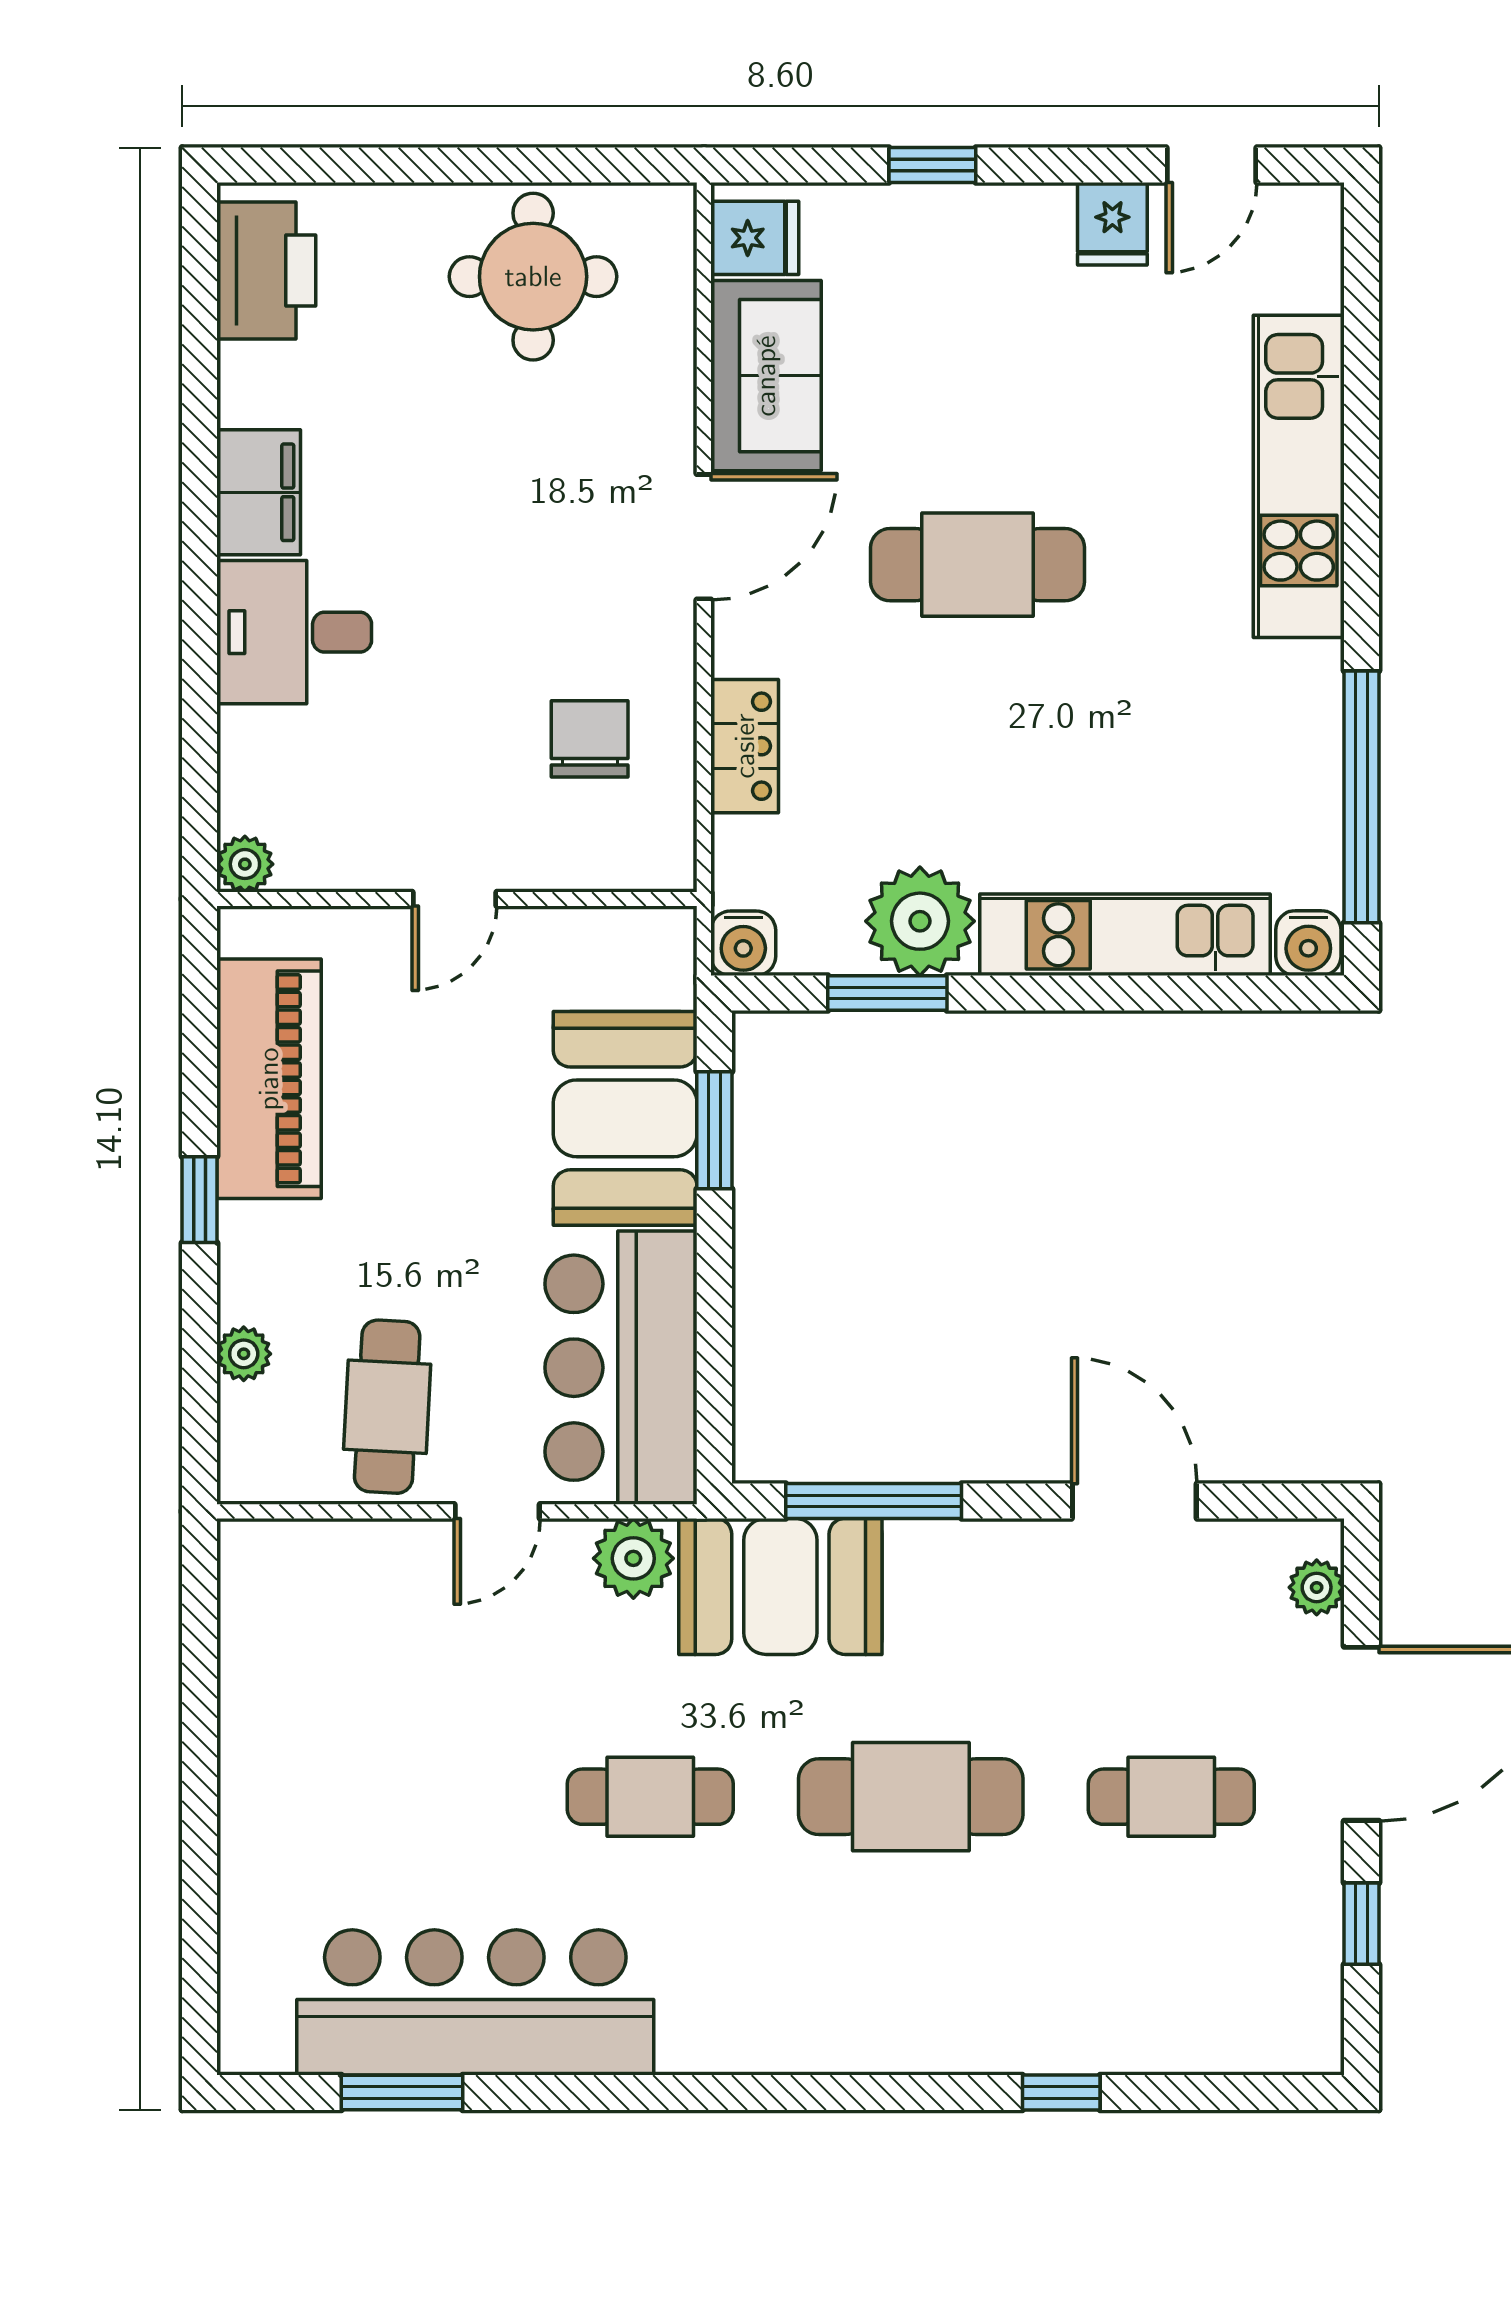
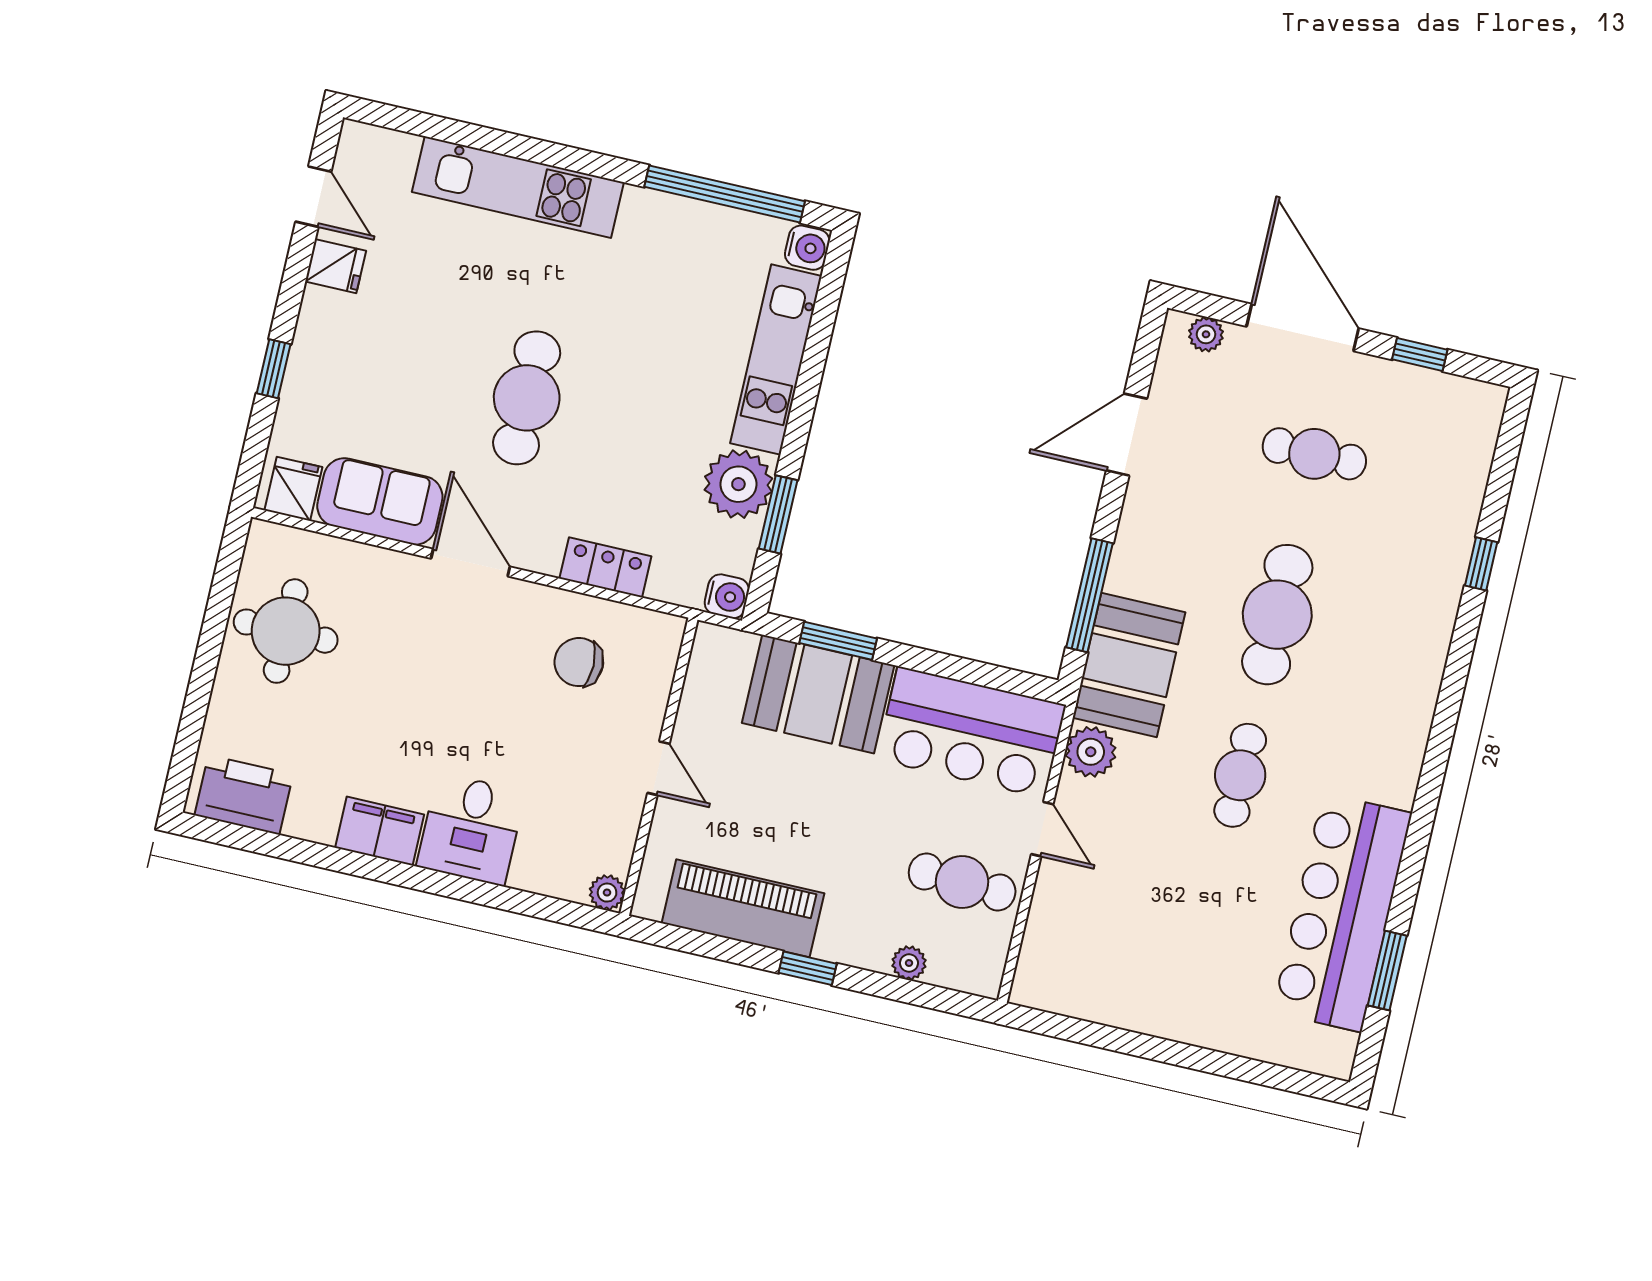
cafe table: (1171, 1797) -> (1314, 454), turned 90

